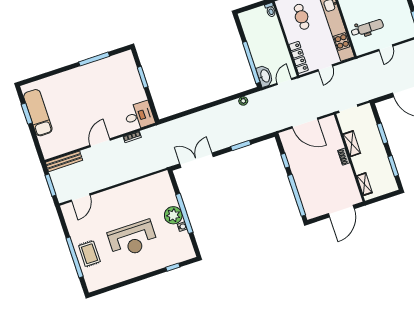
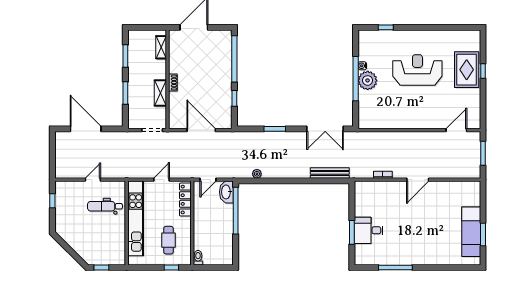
desk: (139, 116) -> (369, 230), moved
bench: (64, 161) -> (330, 173), moved
rug: (89, 254) -> (467, 70), width x1.36, depth x1.43
window: (75, 257) -> (483, 71), width x0.32

